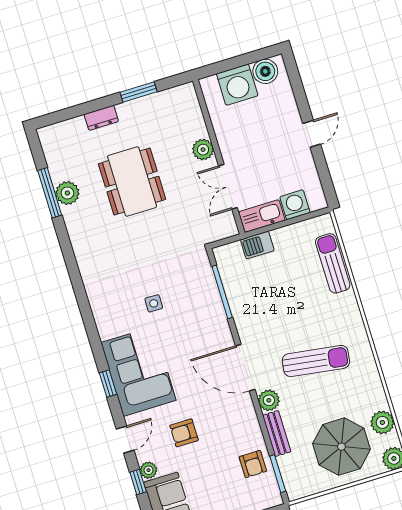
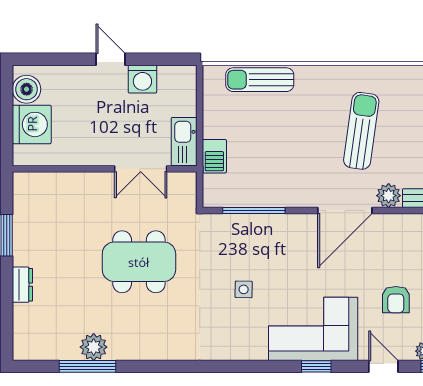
plant: (203, 150) -> (91, 184), removed
dining table: (132, 182) -> (139, 262), moved
washing machine: (295, 205) -> (142, 79), moved, turned -90

